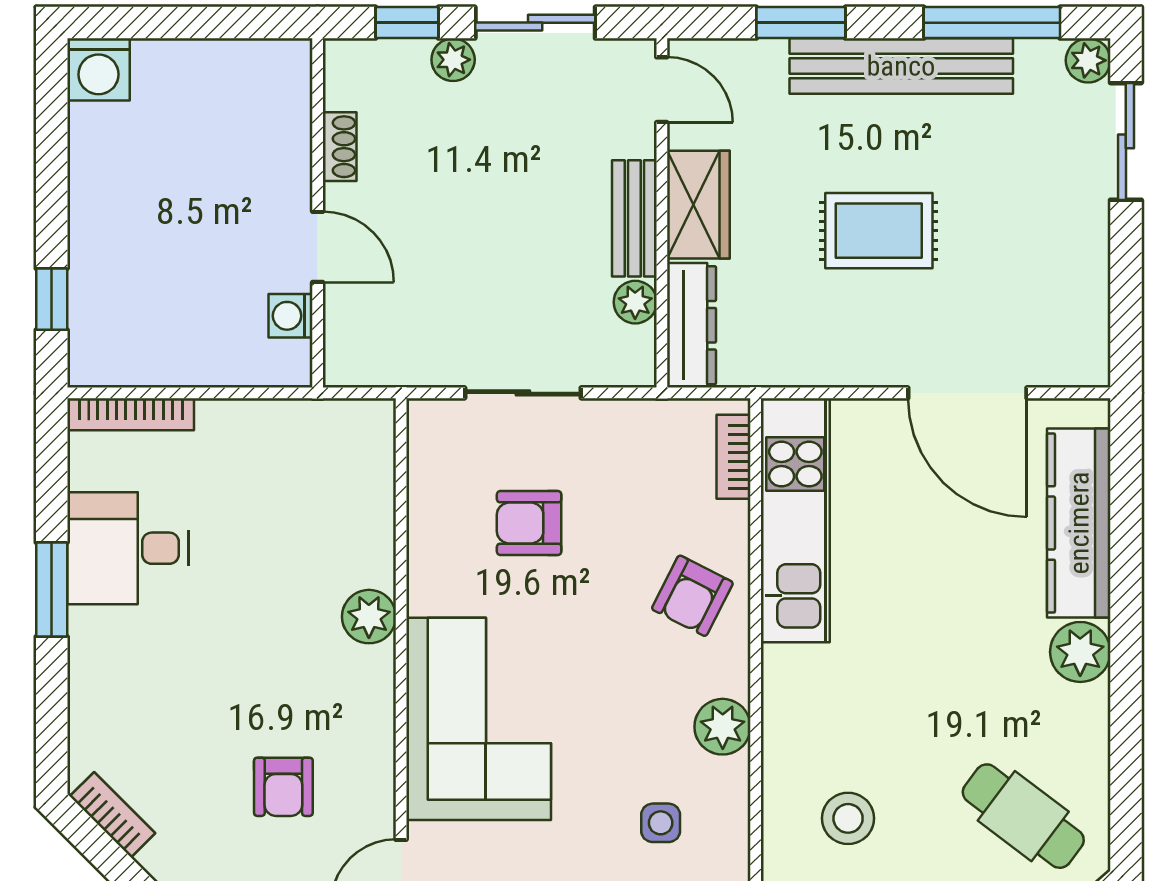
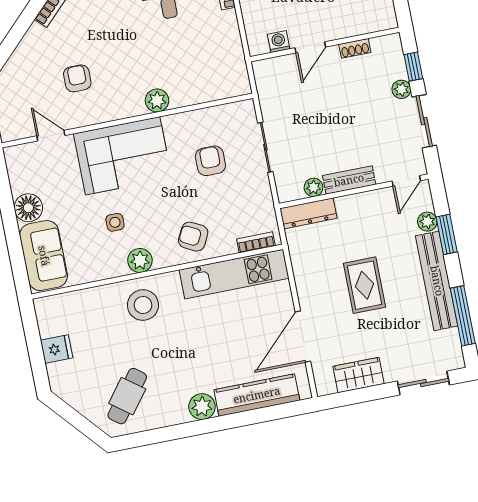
plant: (1088, 60) -> (427, 222), moved
wardrobe: (698, 205) -> (359, 375), moved, turned 180
armchair: (283, 787) -> (77, 78), turned 90
stool: (848, 818) -> (143, 305), moved, width x1.38, depth x1.38
side table: (661, 823) -> (115, 222), moved

